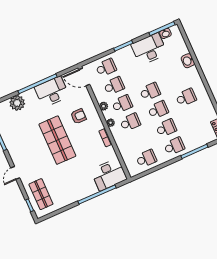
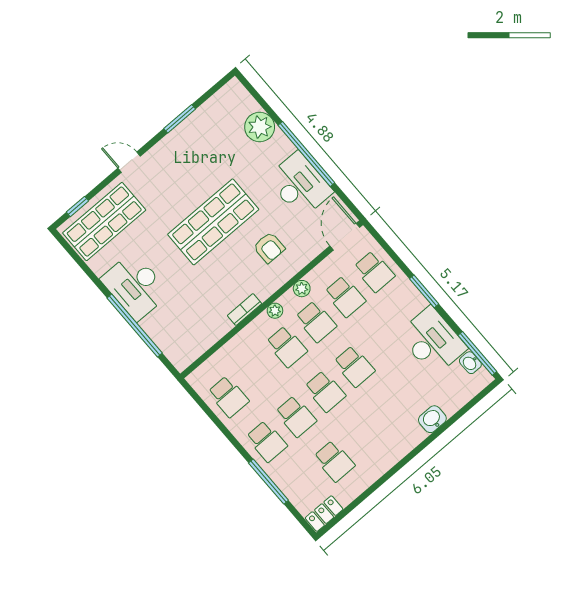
school desk: (186, 97) -> (334, 461), moved
desk: (109, 175) -> (135, 286), moved
shop shelf: (41, 194) -> (104, 222), width x1.43, depth x1.36

